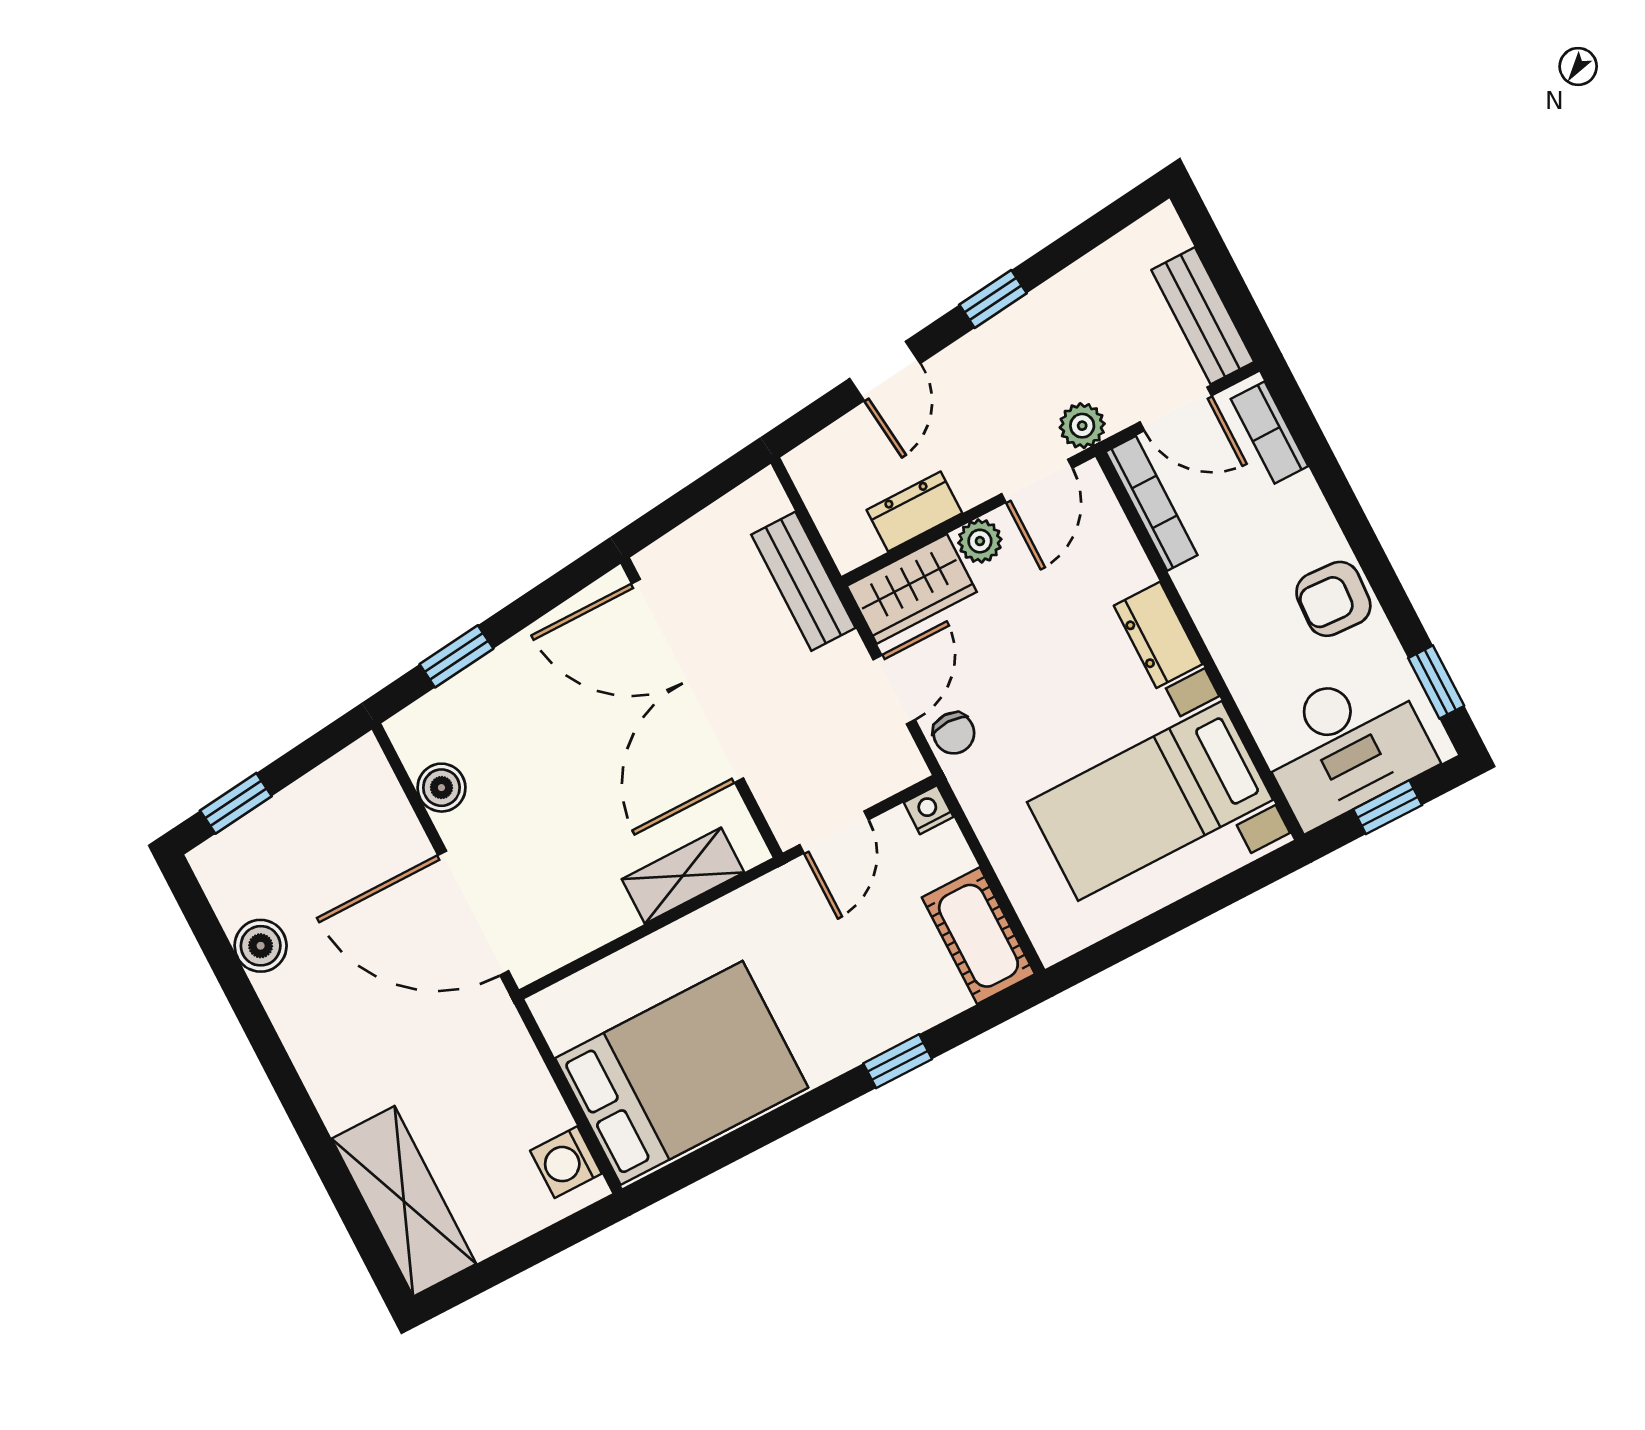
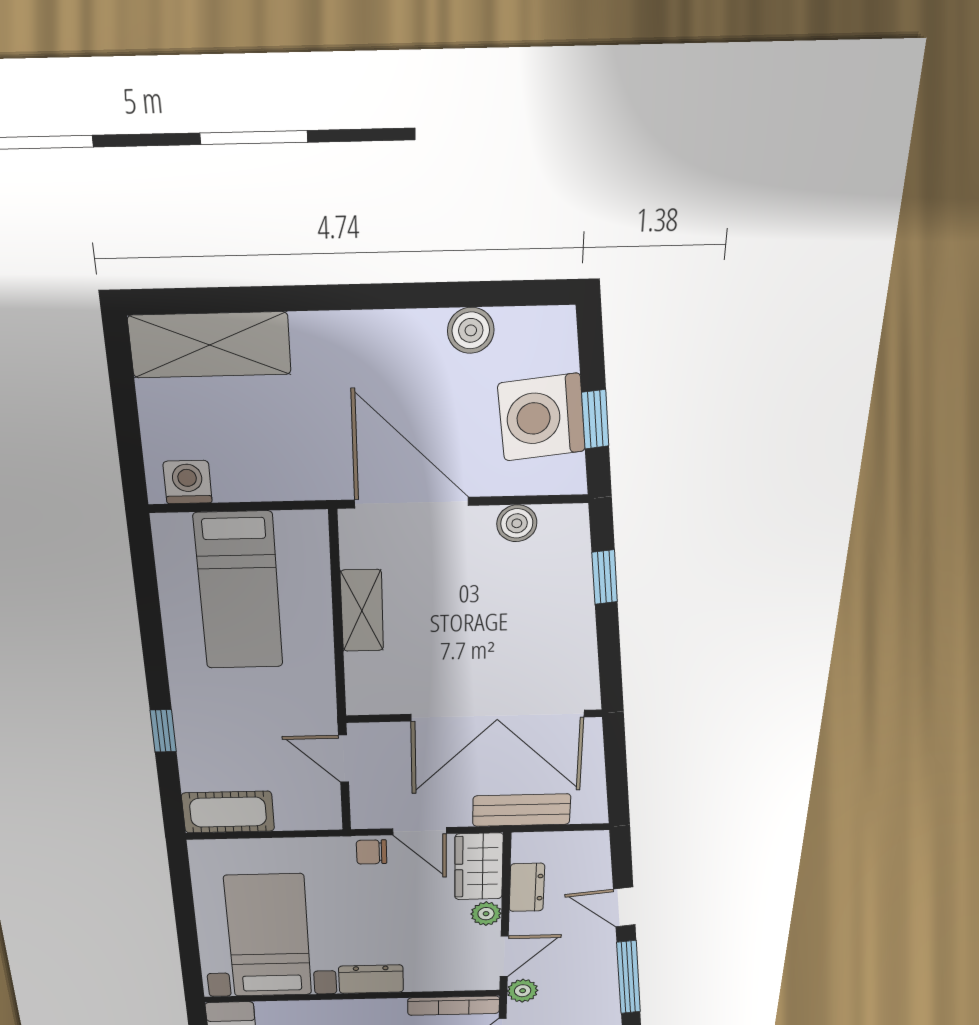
window: (993, 299) -> (629, 977), width x2.17
door: (1037, 481) -> (504, 956), swing flipped
double door: (687, 681) -> (498, 716), swing flipped
window: (236, 803) -> (595, 419), moved
nightstand: (929, 810) -> (329, 818), removed
washing machine: (314, 825) -> (542, 417), added
shelving: (683, 876) -> (362, 611), moved
door: (473, 913) -> (412, 503), hinge flipped
bed: (682, 1073) -> (239, 592), width x0.67

